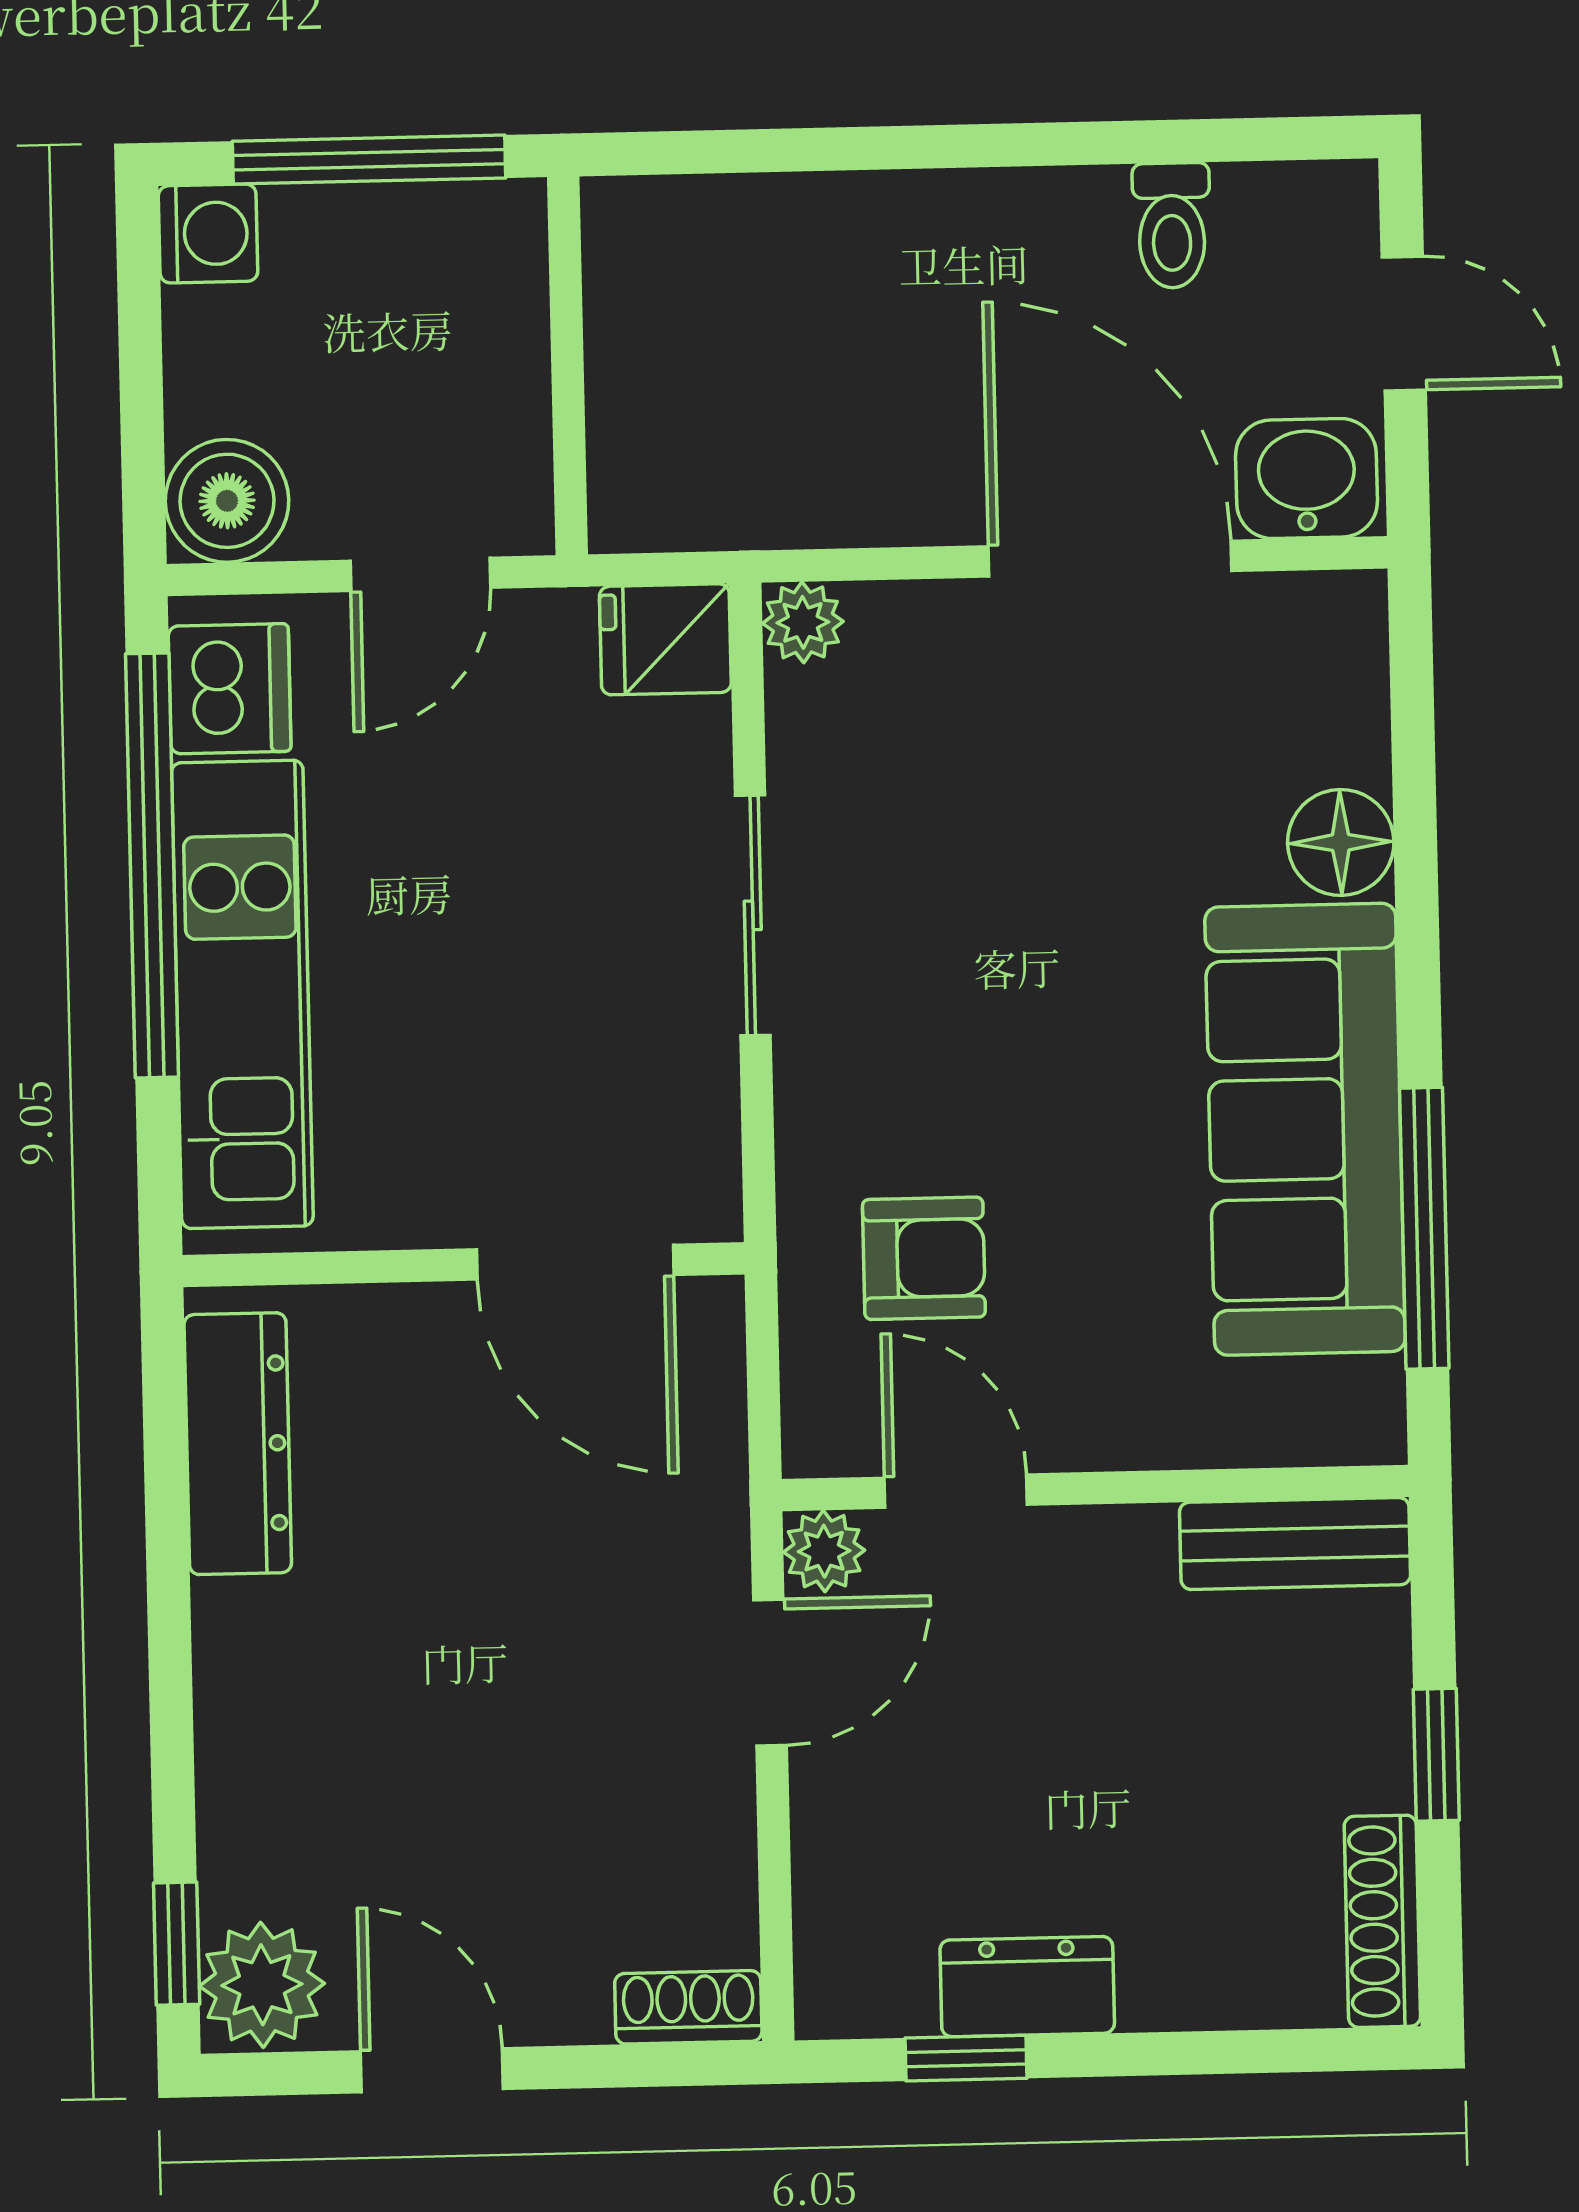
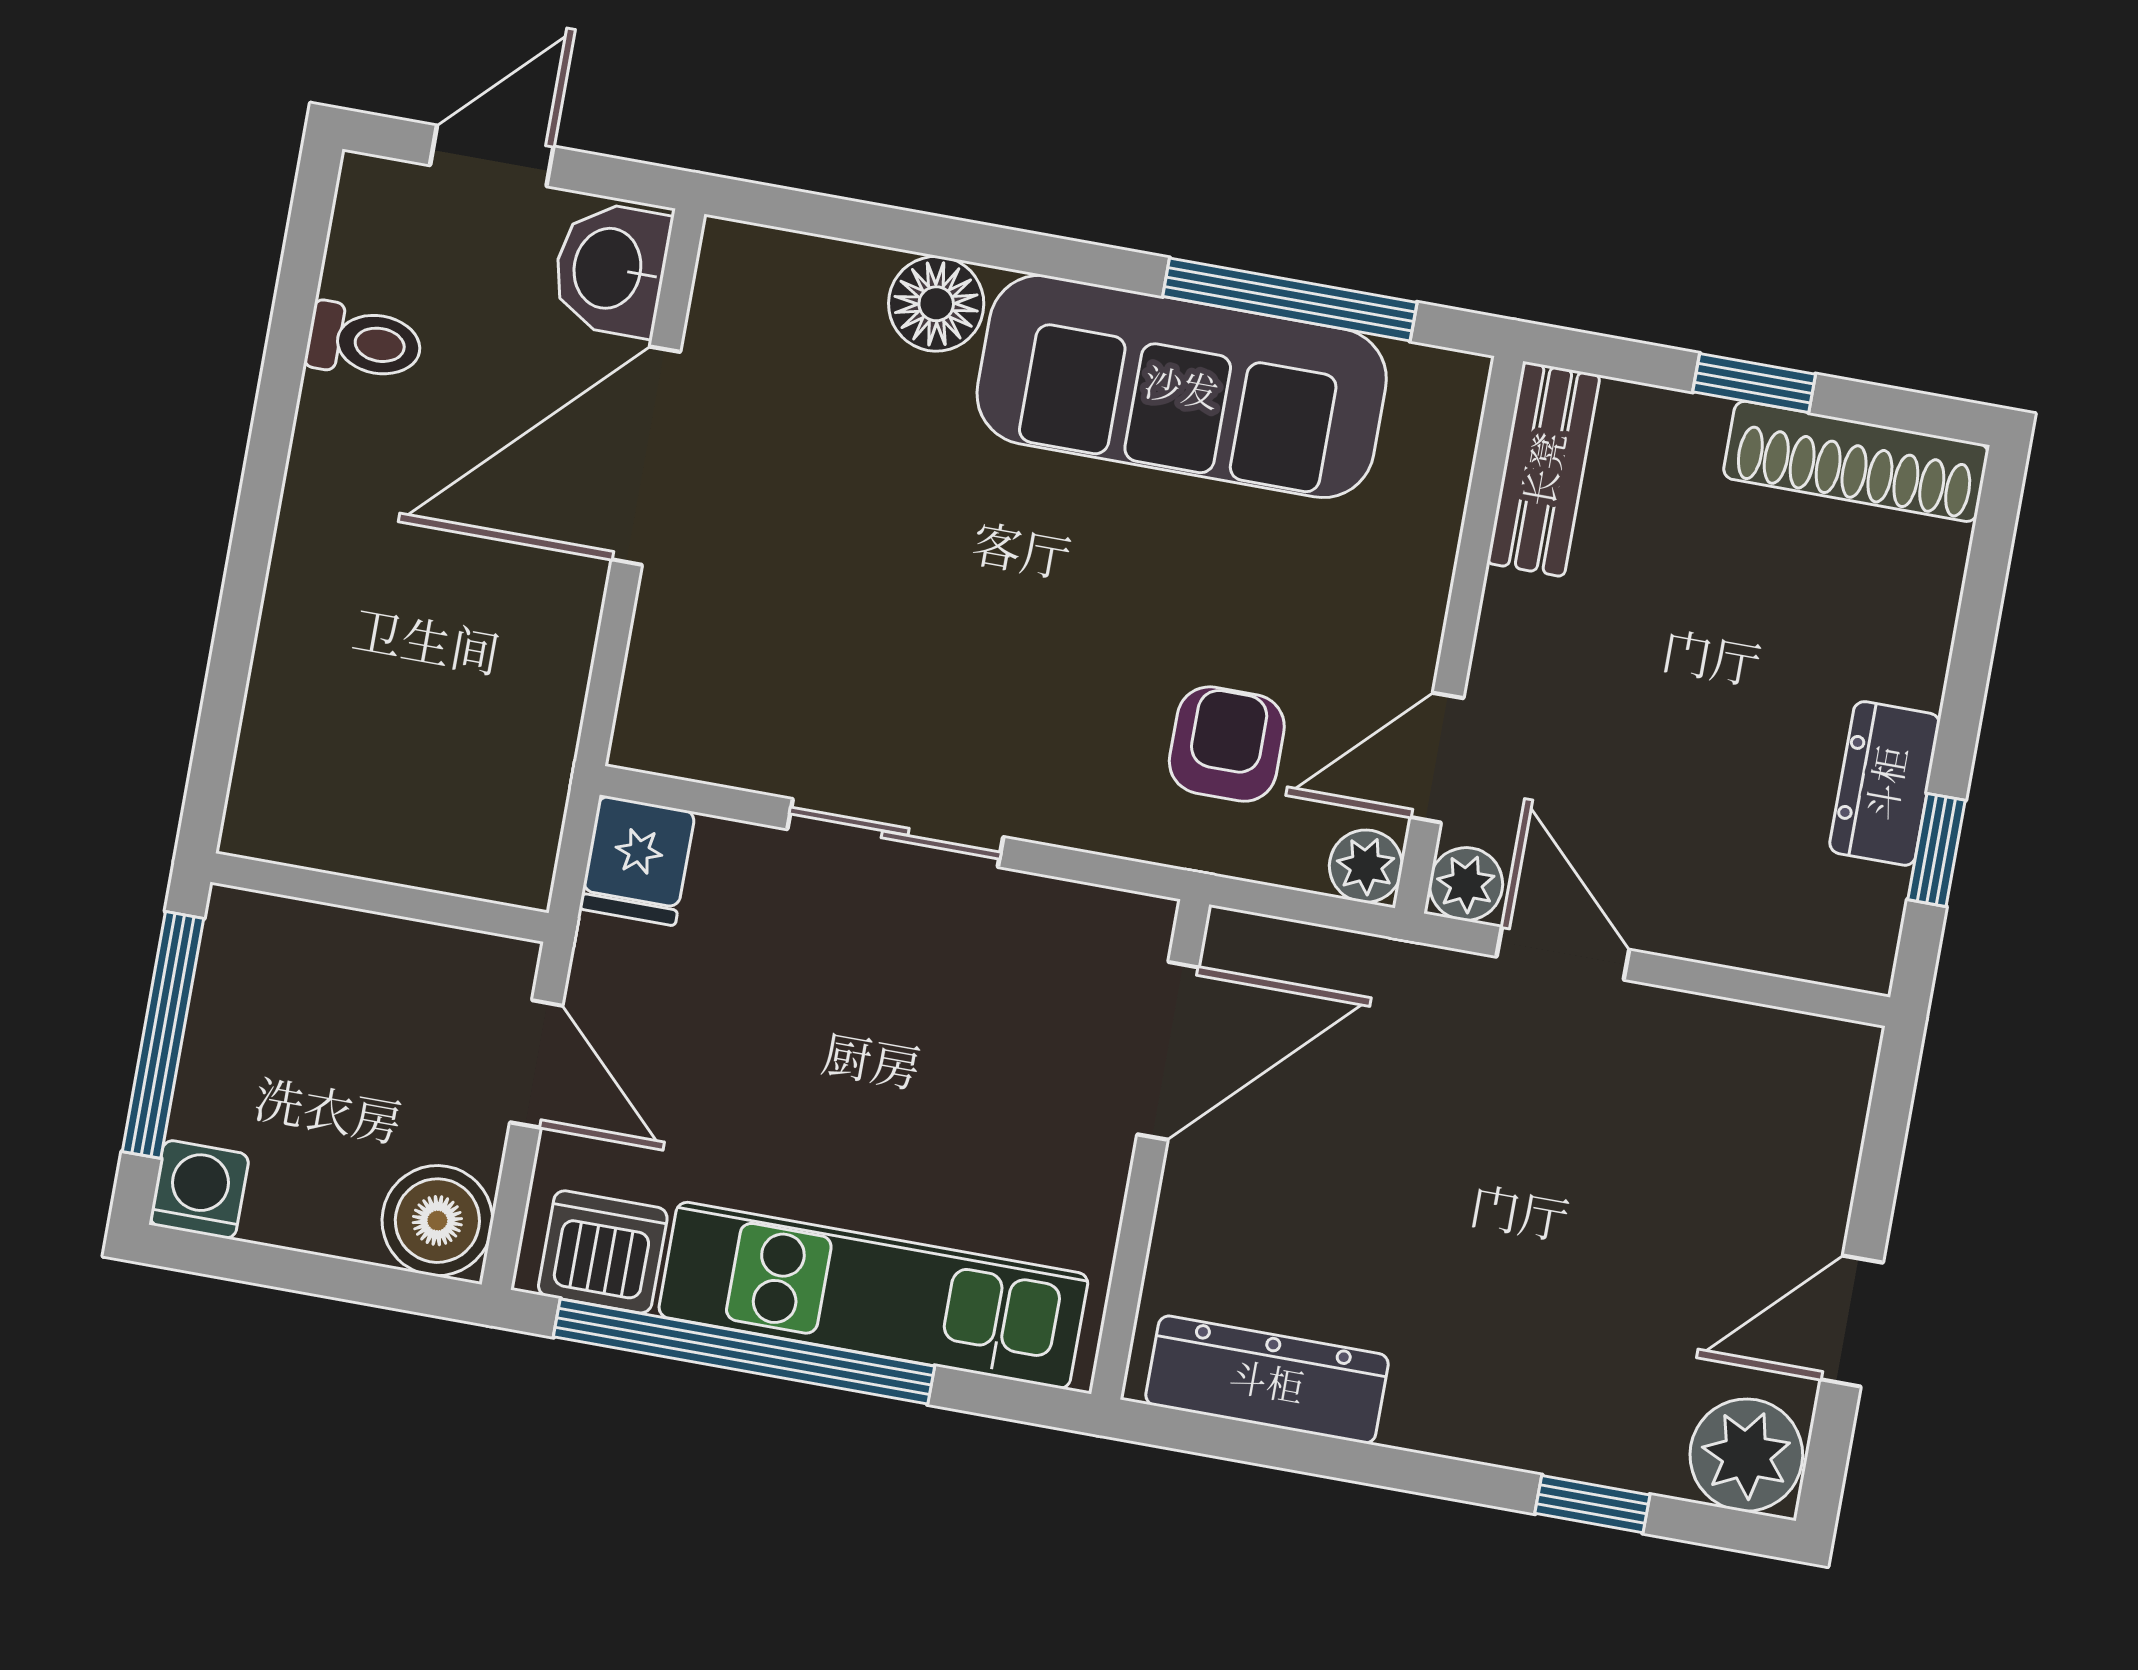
plant: (803, 622) -> (1366, 866), moved
shoe rack: (1382, 1921) -> (1856, 461), width x1.36, depth x1.24
window: (177, 1944) -> (1592, 1504), moved
shoe rack: (688, 2007) -> (1842, 1085), removed

